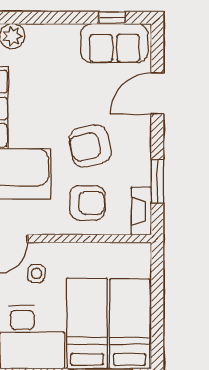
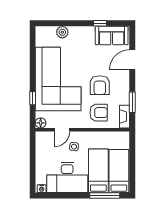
window: (112, 18) -> (100, 23), moved
armchair: (90, 146) -> (100, 85), turned -78

